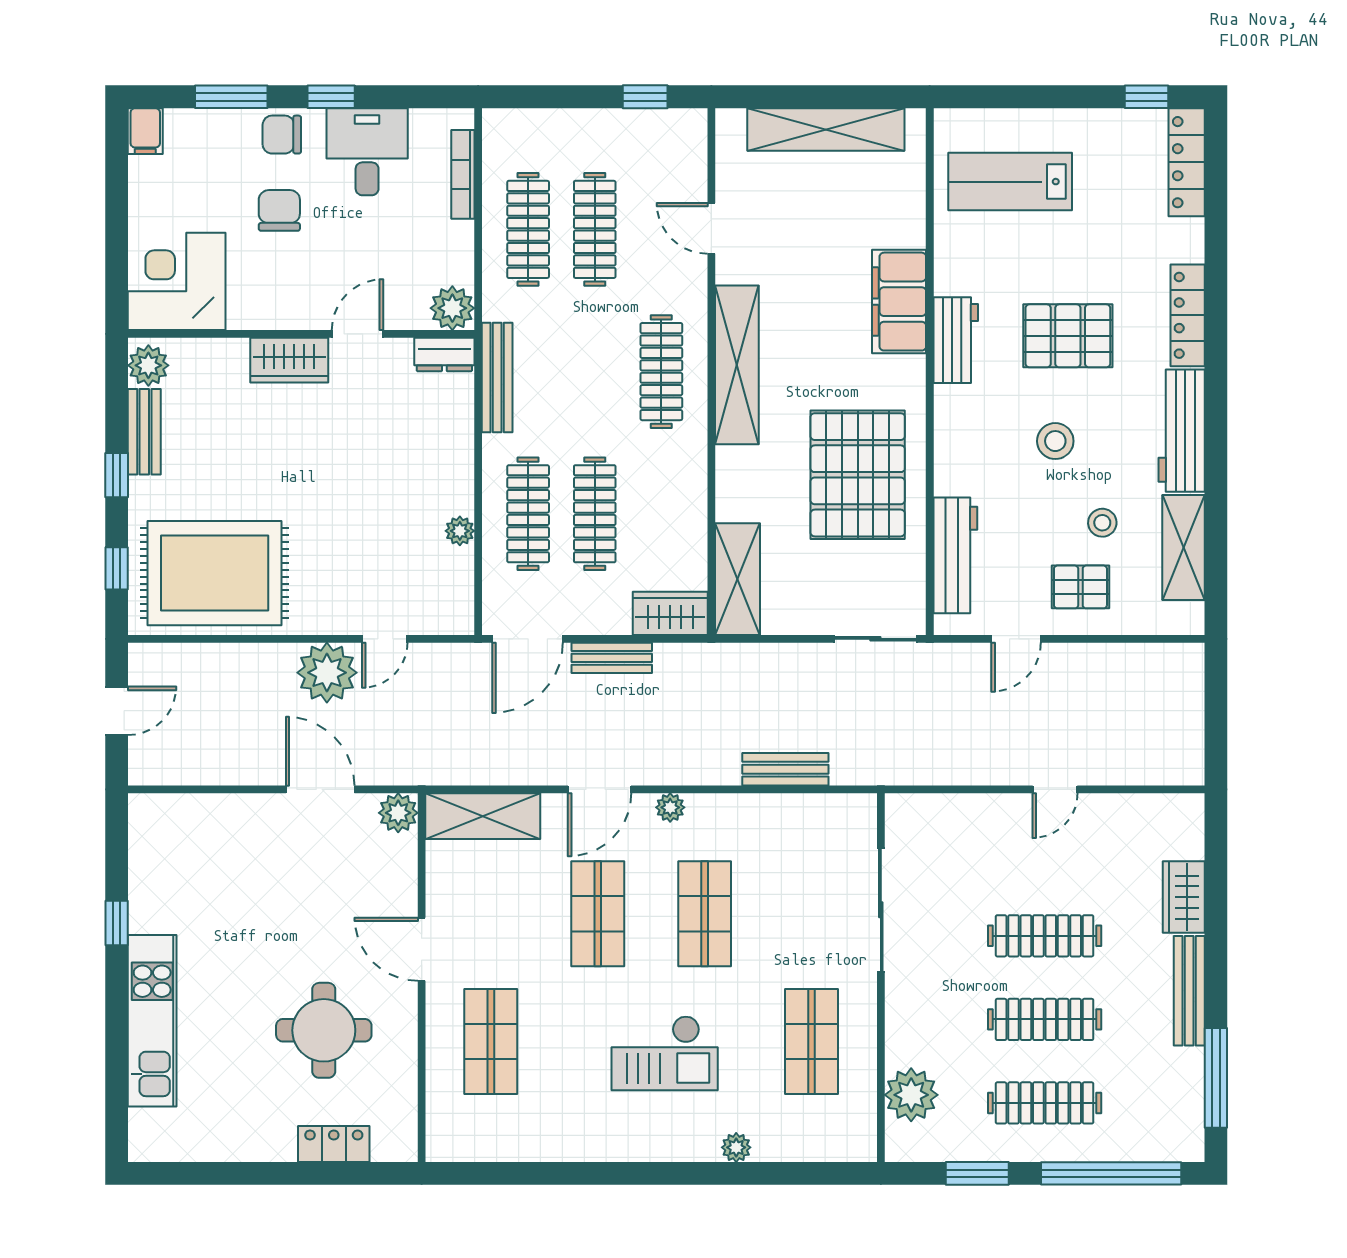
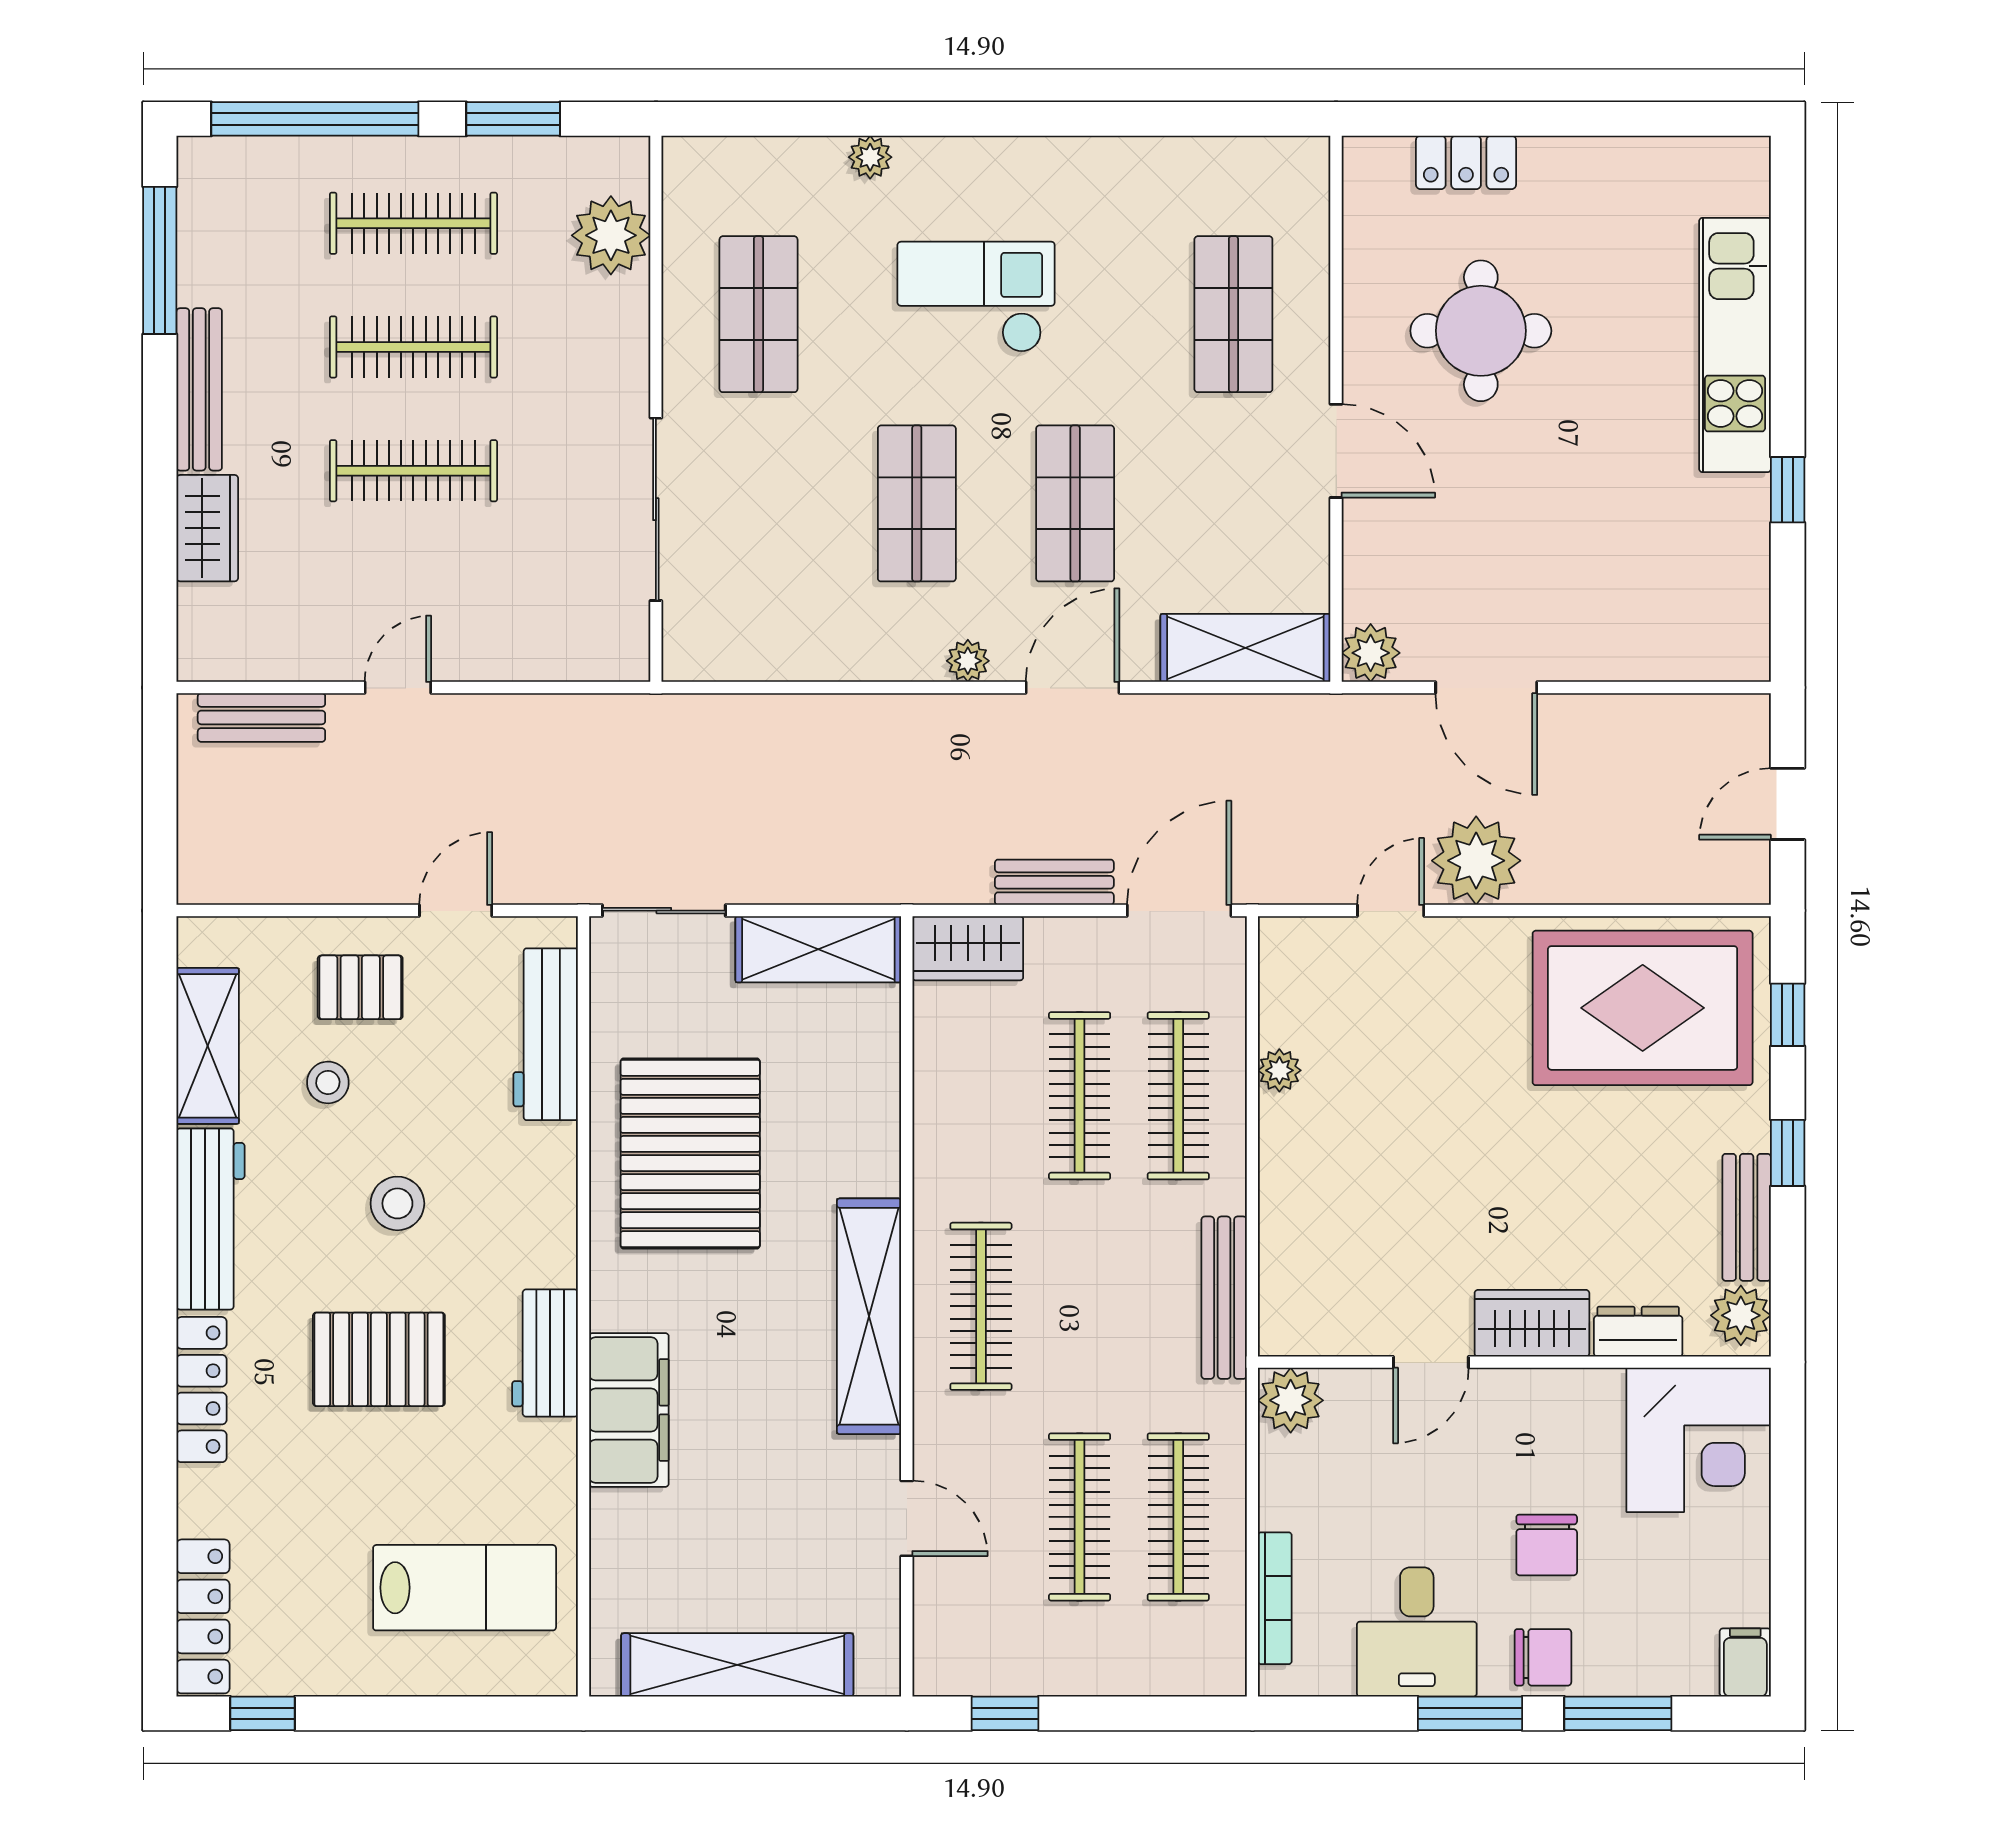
window: (331, 97) -> (1470, 1713), width x1.50
dresser: (444, 355) -> (1638, 1332), moved
shelving: (738, 579) -> (818, 949), moved, turned 90
bench: (785, 769) -> (261, 717), moved

